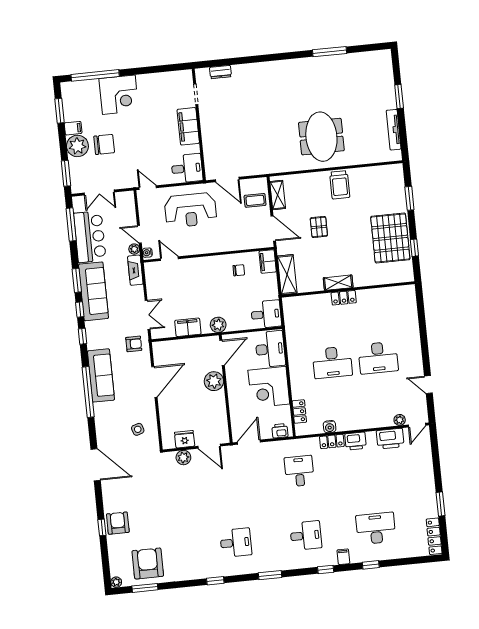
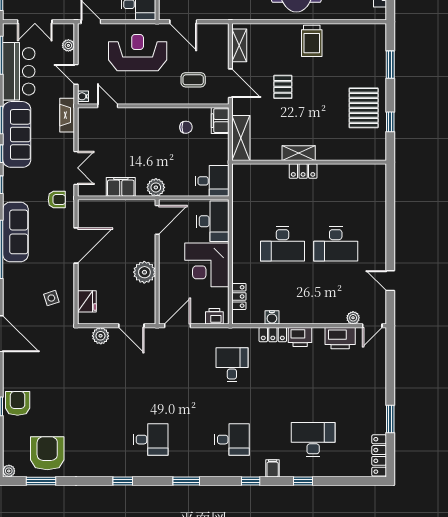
coffee table: (255, 200) -> (193, 80), moved
reception desk: (191, 210) -> (138, 53), turned 180
pallet: (390, 238) -> (364, 108), width x0.73, depth x0.71
plant: (134, 249) -> (68, 45), moved
plant: (214, 381) -> (144, 272), moved
fridge: (185, 439) -> (87, 301), moved, turned 90

